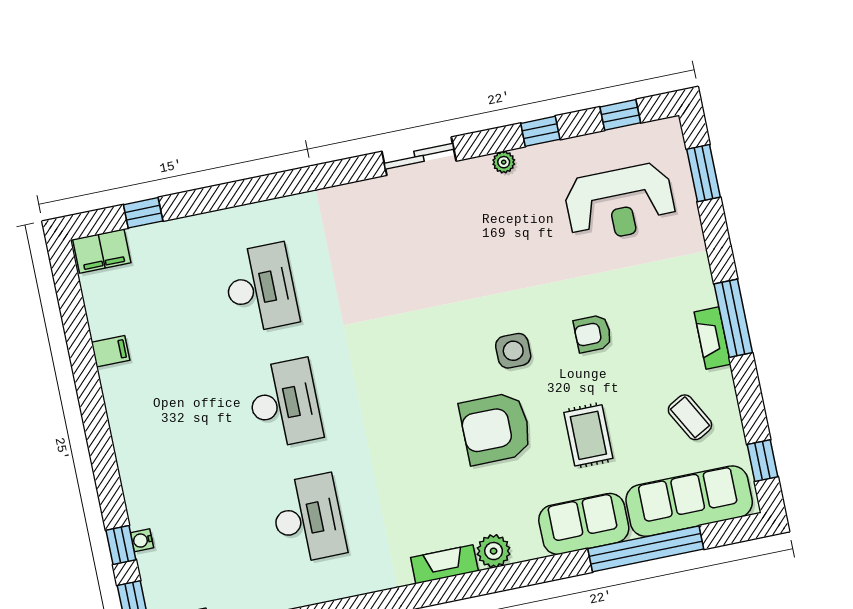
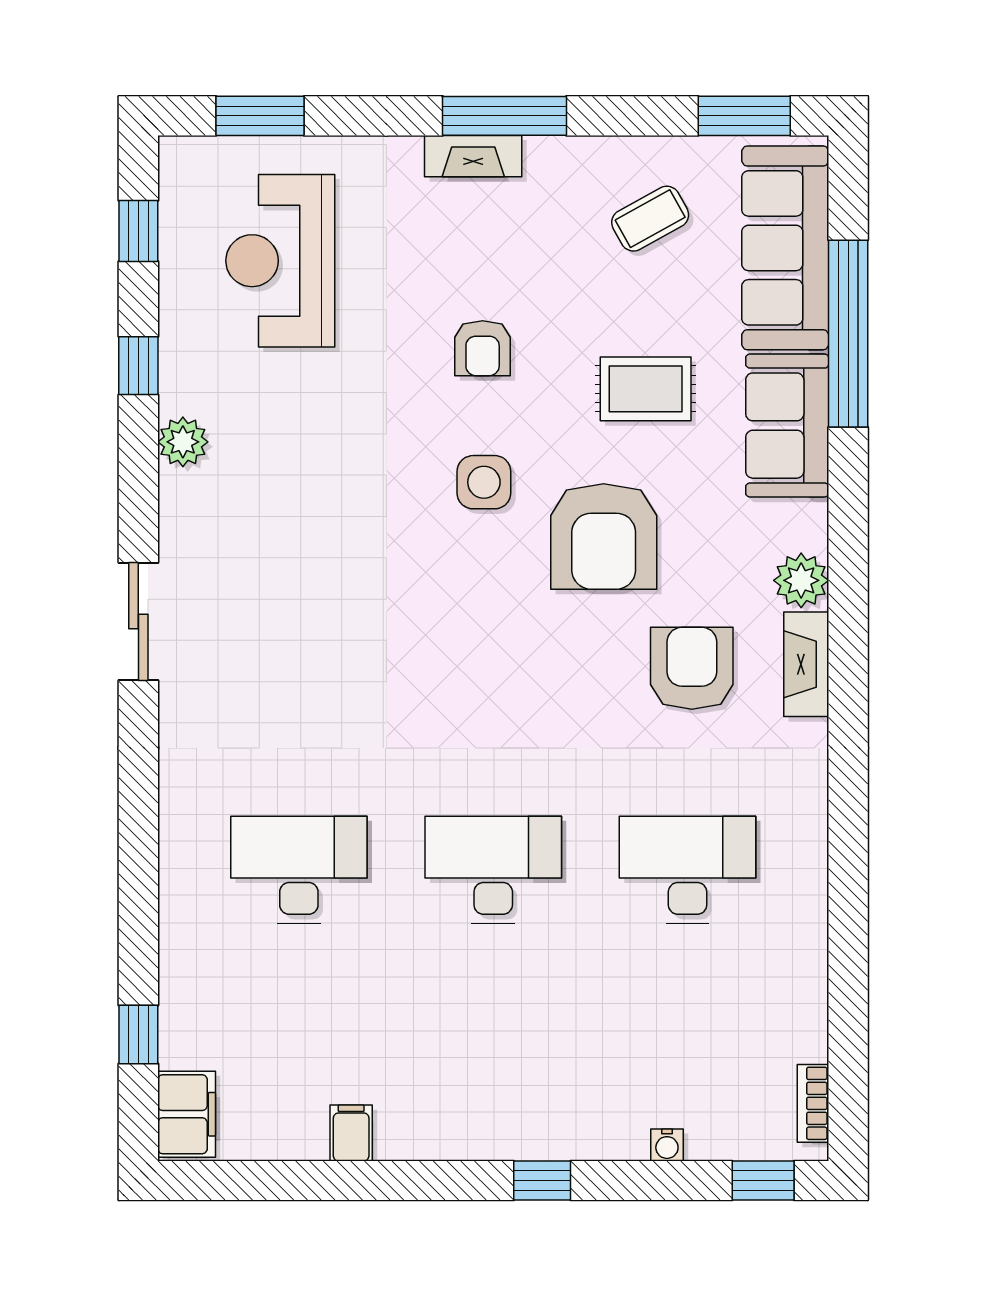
sliding door: (419, 156) -> (138, 622), moved
plant: (504, 162) -> (183, 442), width x1.38, depth x1.38
reception desk: (620, 203) -> (280, 261), turned 180
fireplace: (712, 338) -> (473, 156), moved
window: (762, 461) -> (744, 116), width x1.50
armchair: (428, 497) -> (692, 668), added
window: (121, 545) -> (542, 1181), moved

